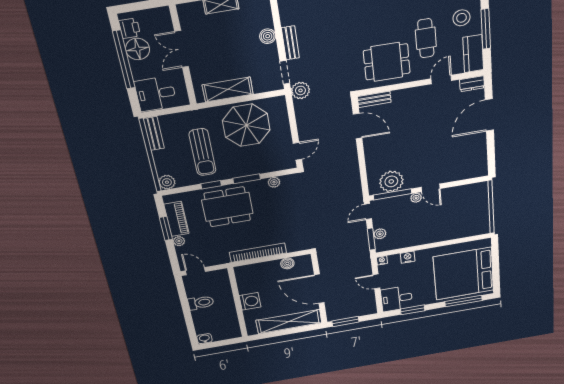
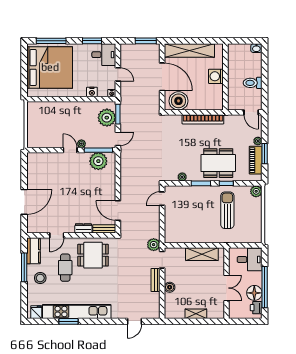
dresser: (472, 84) -> (83, 228), moved
parasol: (246, 125) -> (194, 225), removed
bench: (154, 133) -> (257, 231), removed
plant: (380, 234) -> (107, 118), width x1.88, depth x1.88
boiler: (287, 263) -> (179, 101), width x1.86, depth x1.86

